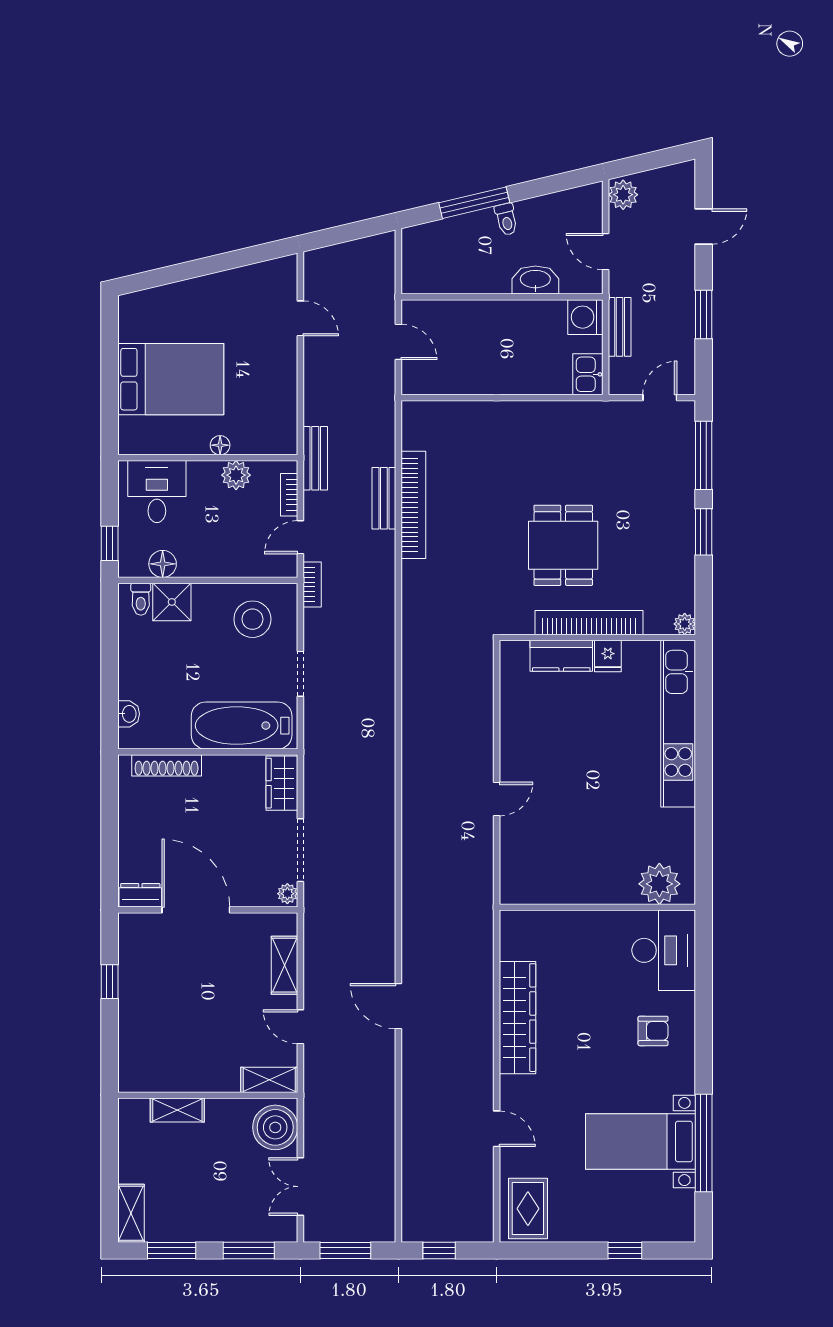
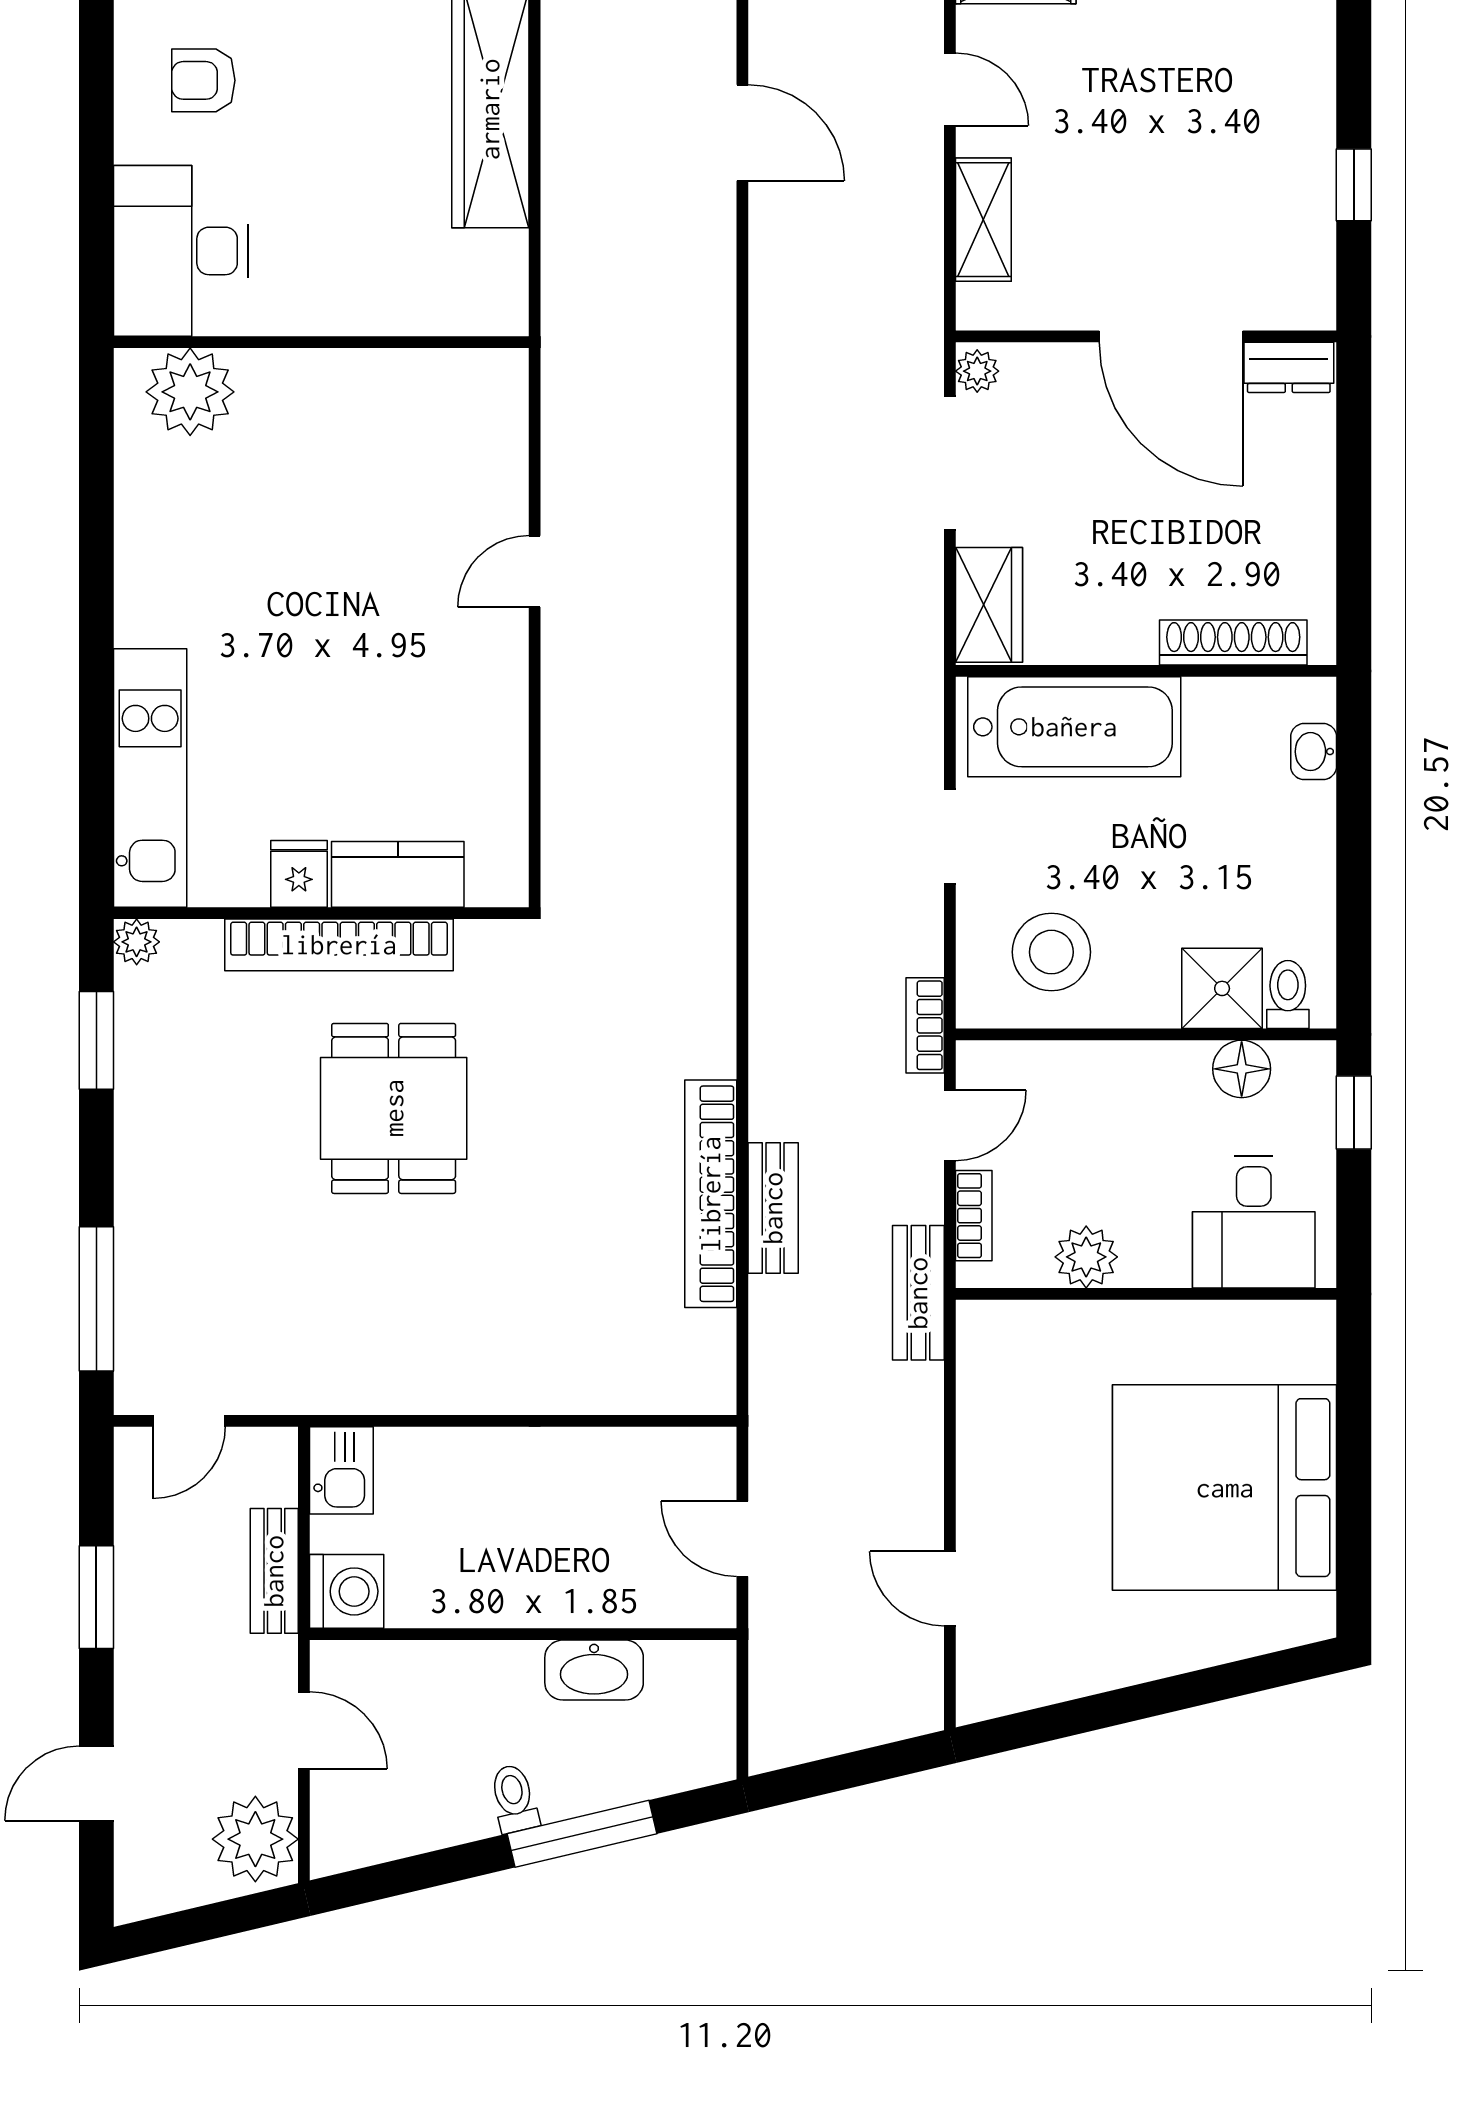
plant: (623, 195) -> (255, 1839), width x1.36, depth x1.36
washbasin: (535, 280) -> (594, 1670), moved
bed: (171, 379) -> (1225, 1488), width x1.36
floor lamp: (220, 445) -> (1120, 1320), removed
window: (704, 532) -> (96, 1040), moved
kitchen unit: (678, 724) -> (150, 778), width x0.73

